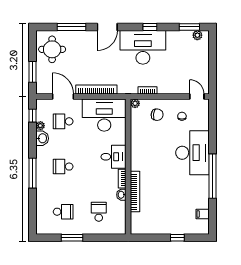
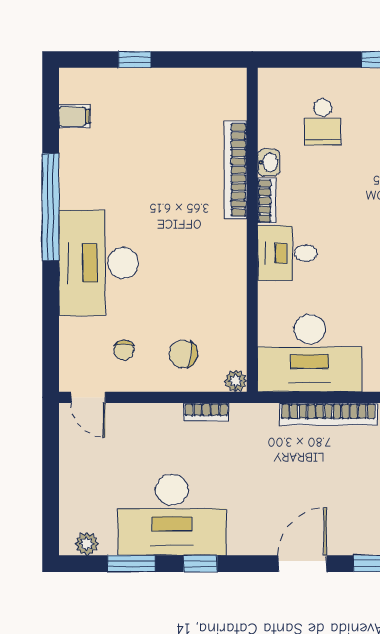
window: (189, 27) -> (131, 564), moved
desk: (143, 47) -> (172, 515), moved

